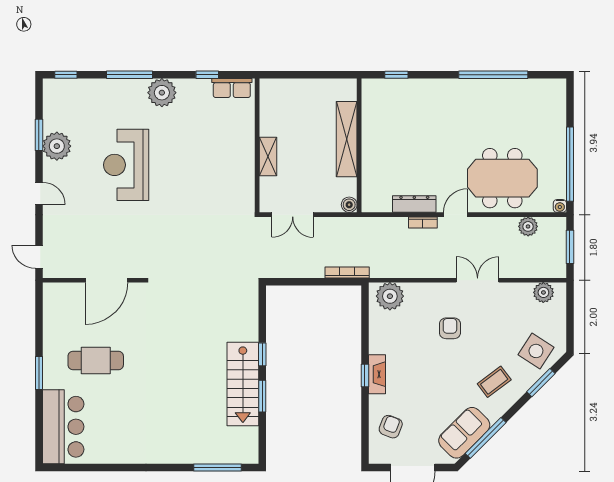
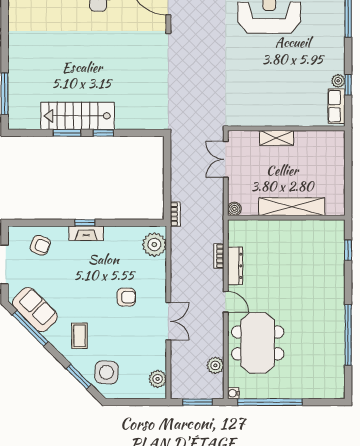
plant: (162, 93) -> (338, 81), moved, width x0.53, depth x0.53
bookcase: (423, 223) -> (219, 256), moved
bookcase: (347, 272) -> (175, 214), width x0.64
side table: (536, 351) -> (106, 372), turned -30
coffee table: (494, 382) -> (80, 336), turned 37

